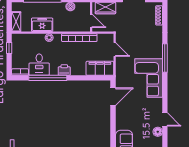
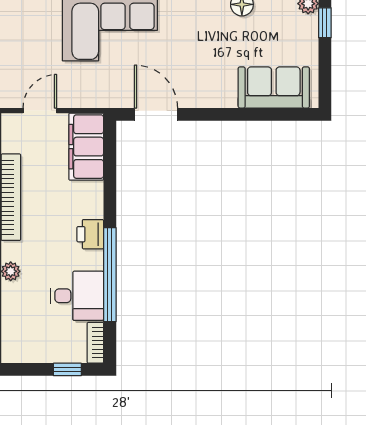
window: (9, 48) -> (67, 369), moved

